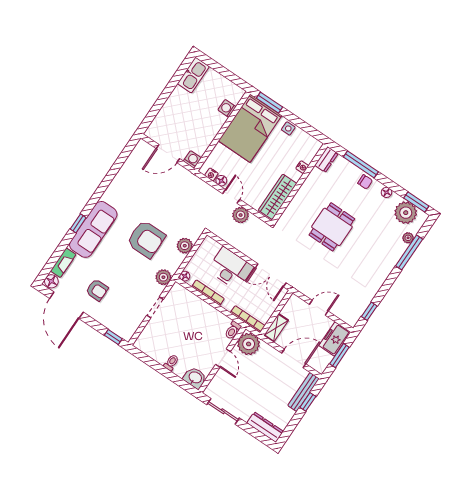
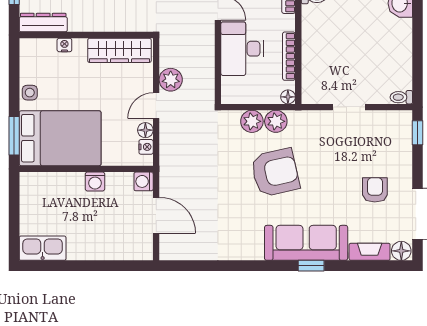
washing machine: (227, 108) -> (95, 182), moved
dresser: (326, 159) -> (43, 23), width x1.44
armchair: (146, 239) -> (275, 172), turned 77
plant: (163, 277) -> (276, 121), moved
toilet: (171, 363) -> (401, 97), moved

